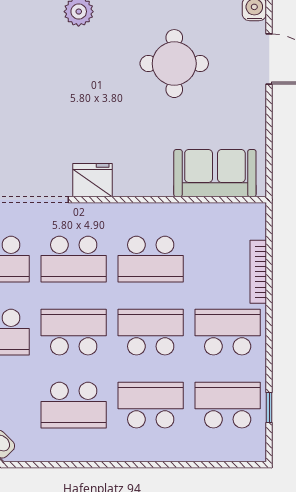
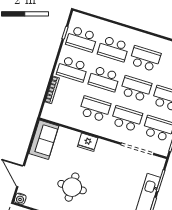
round table: (174, 64) -> (72, 187), moved
sofa: (215, 173) -> (44, 140), moved, turned -90
fridge: (93, 180) -> (88, 142), moved
school desk: (74, 332) -> (136, 89), turned 180

